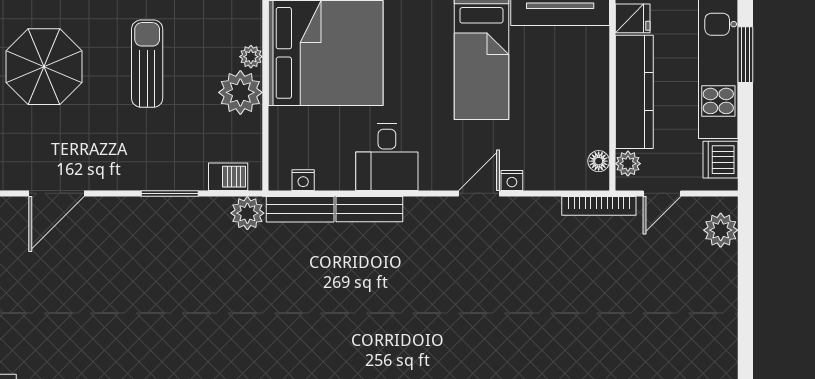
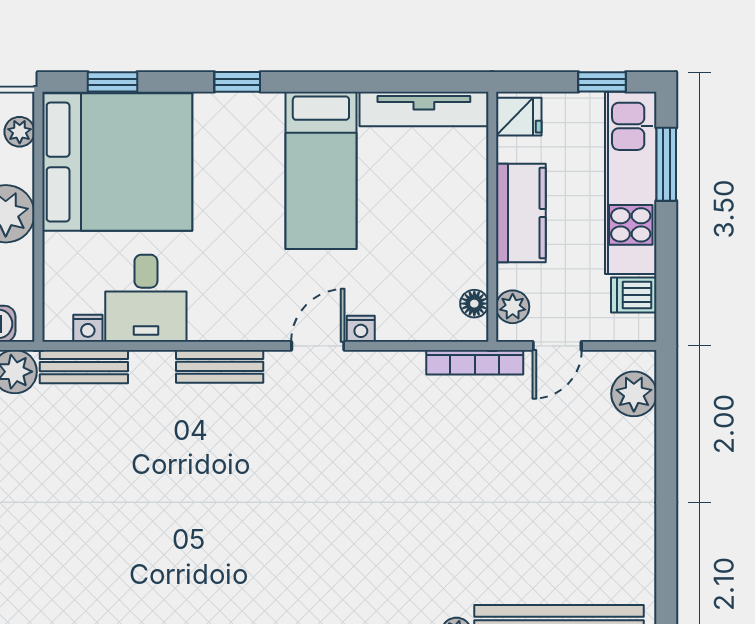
plant: (251, 57) -> (20, 132), moved
kitchen counter: (634, 92) -> (521, 213), width x0.67
desk: (387, 157) -> (146, 298), moved
dishwasher: (721, 160) -> (634, 295), width x0.73
bench: (369, 209) -> (220, 366), moved

